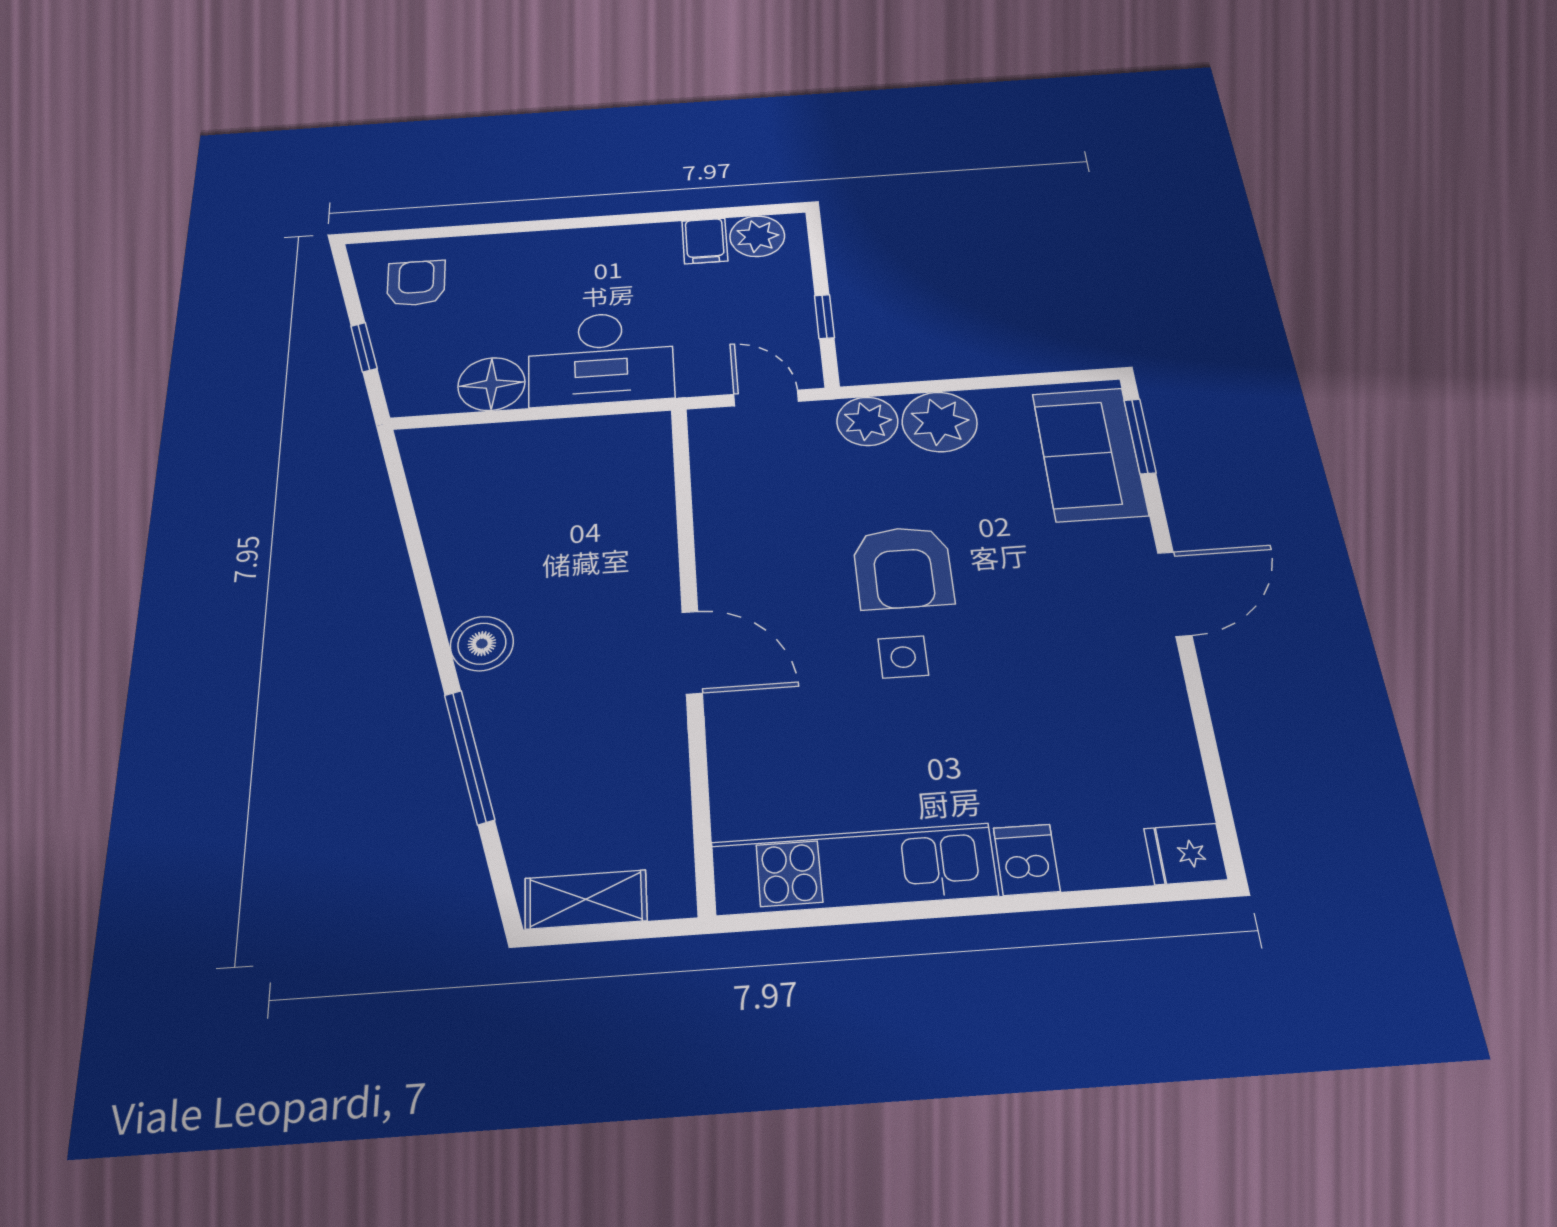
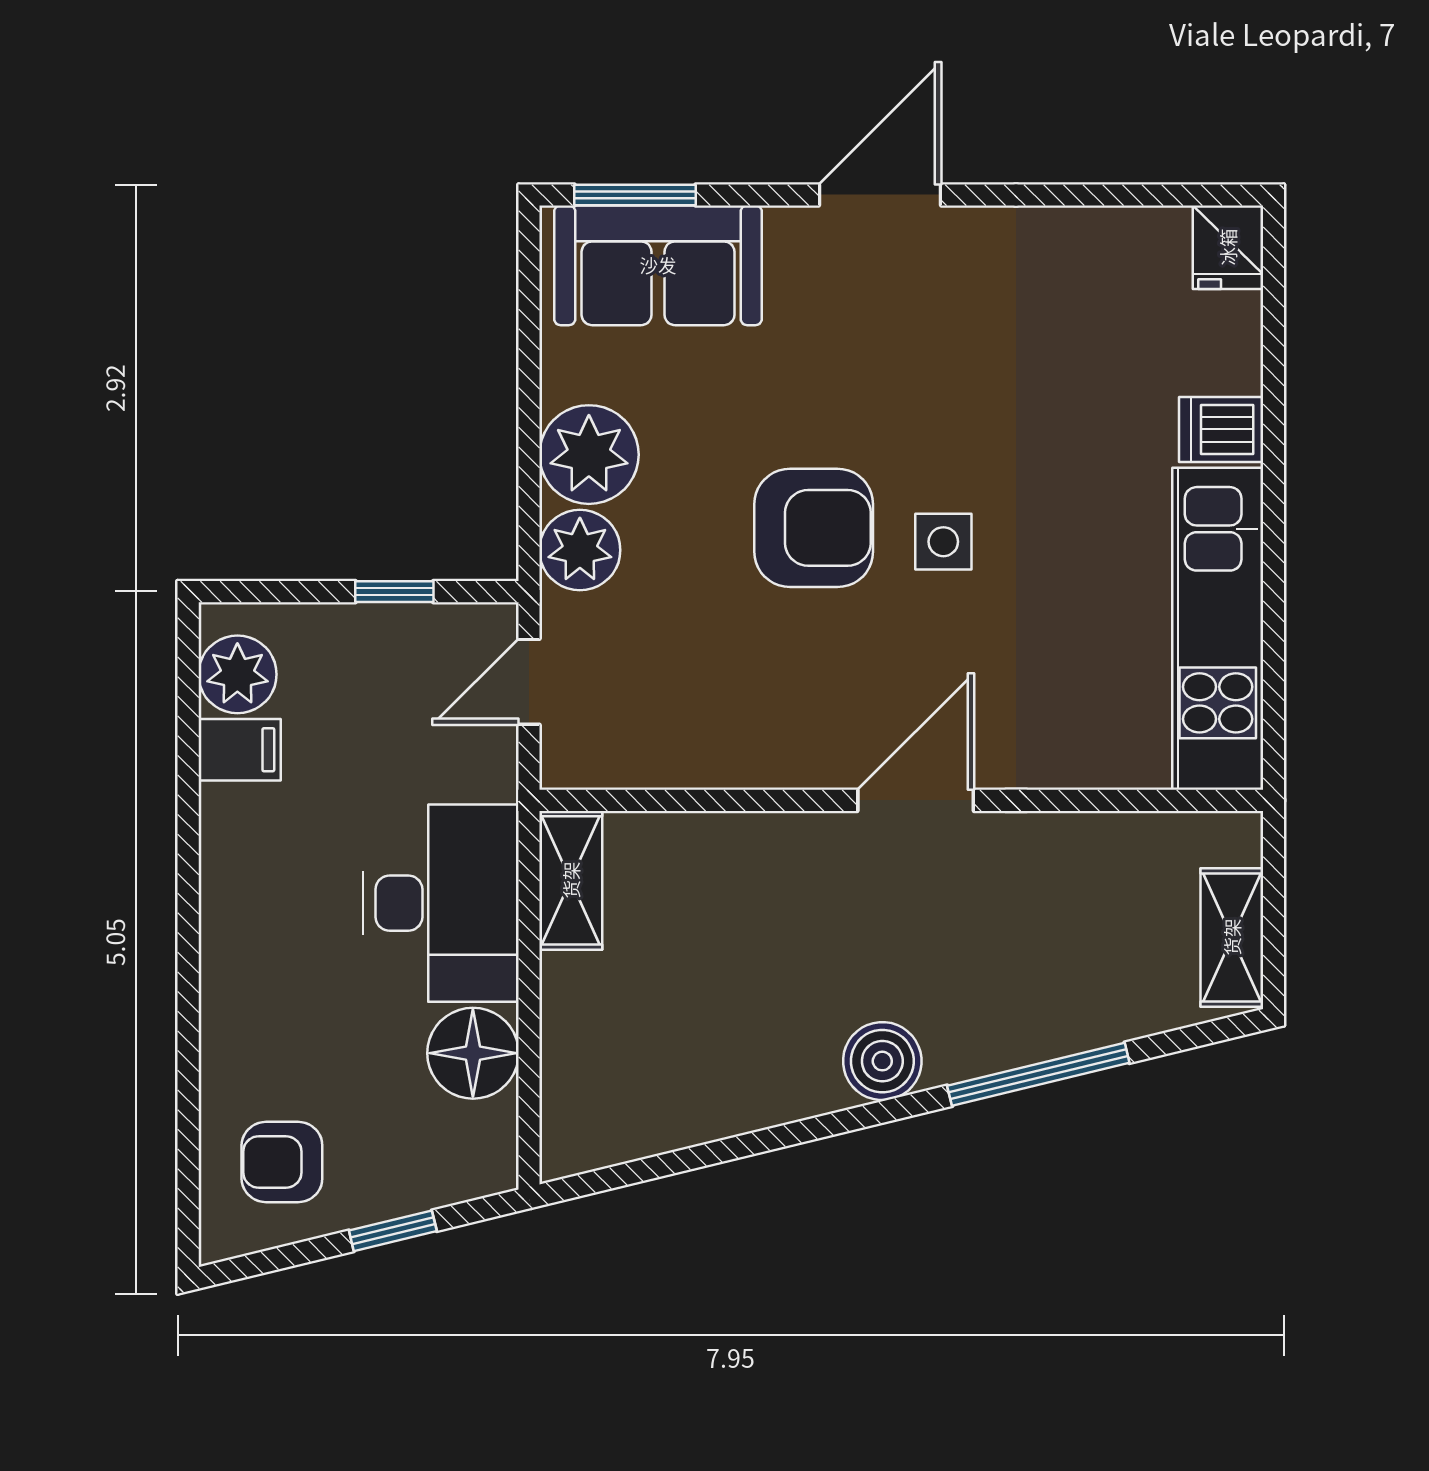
shelving: (620, 433) -> (571, 880), added
door: (1175, 594) -> (880, 195), hinge flipped

